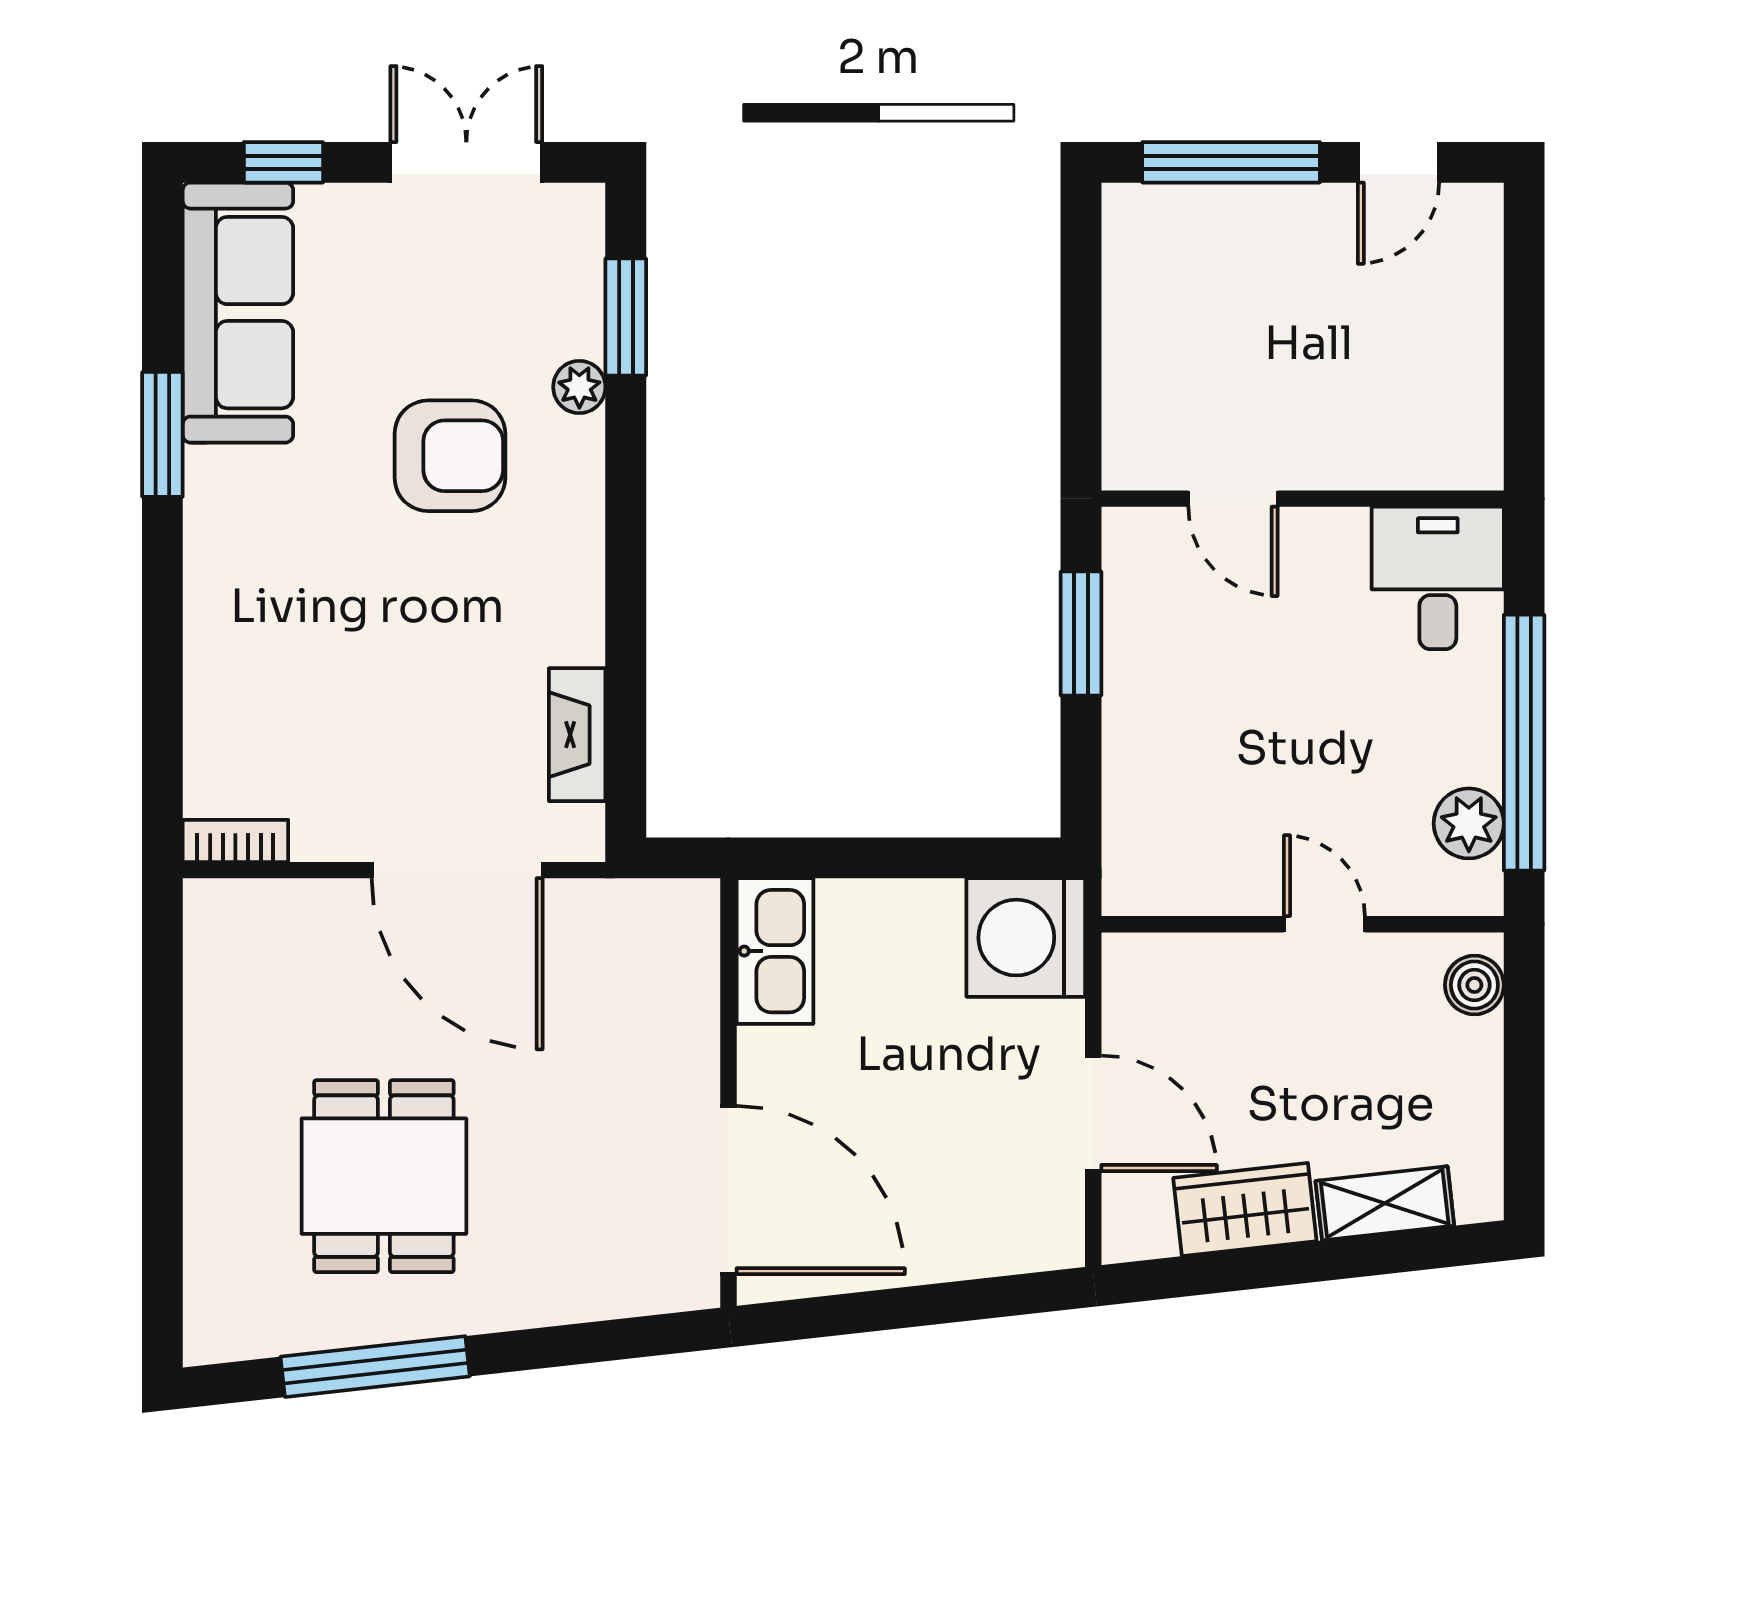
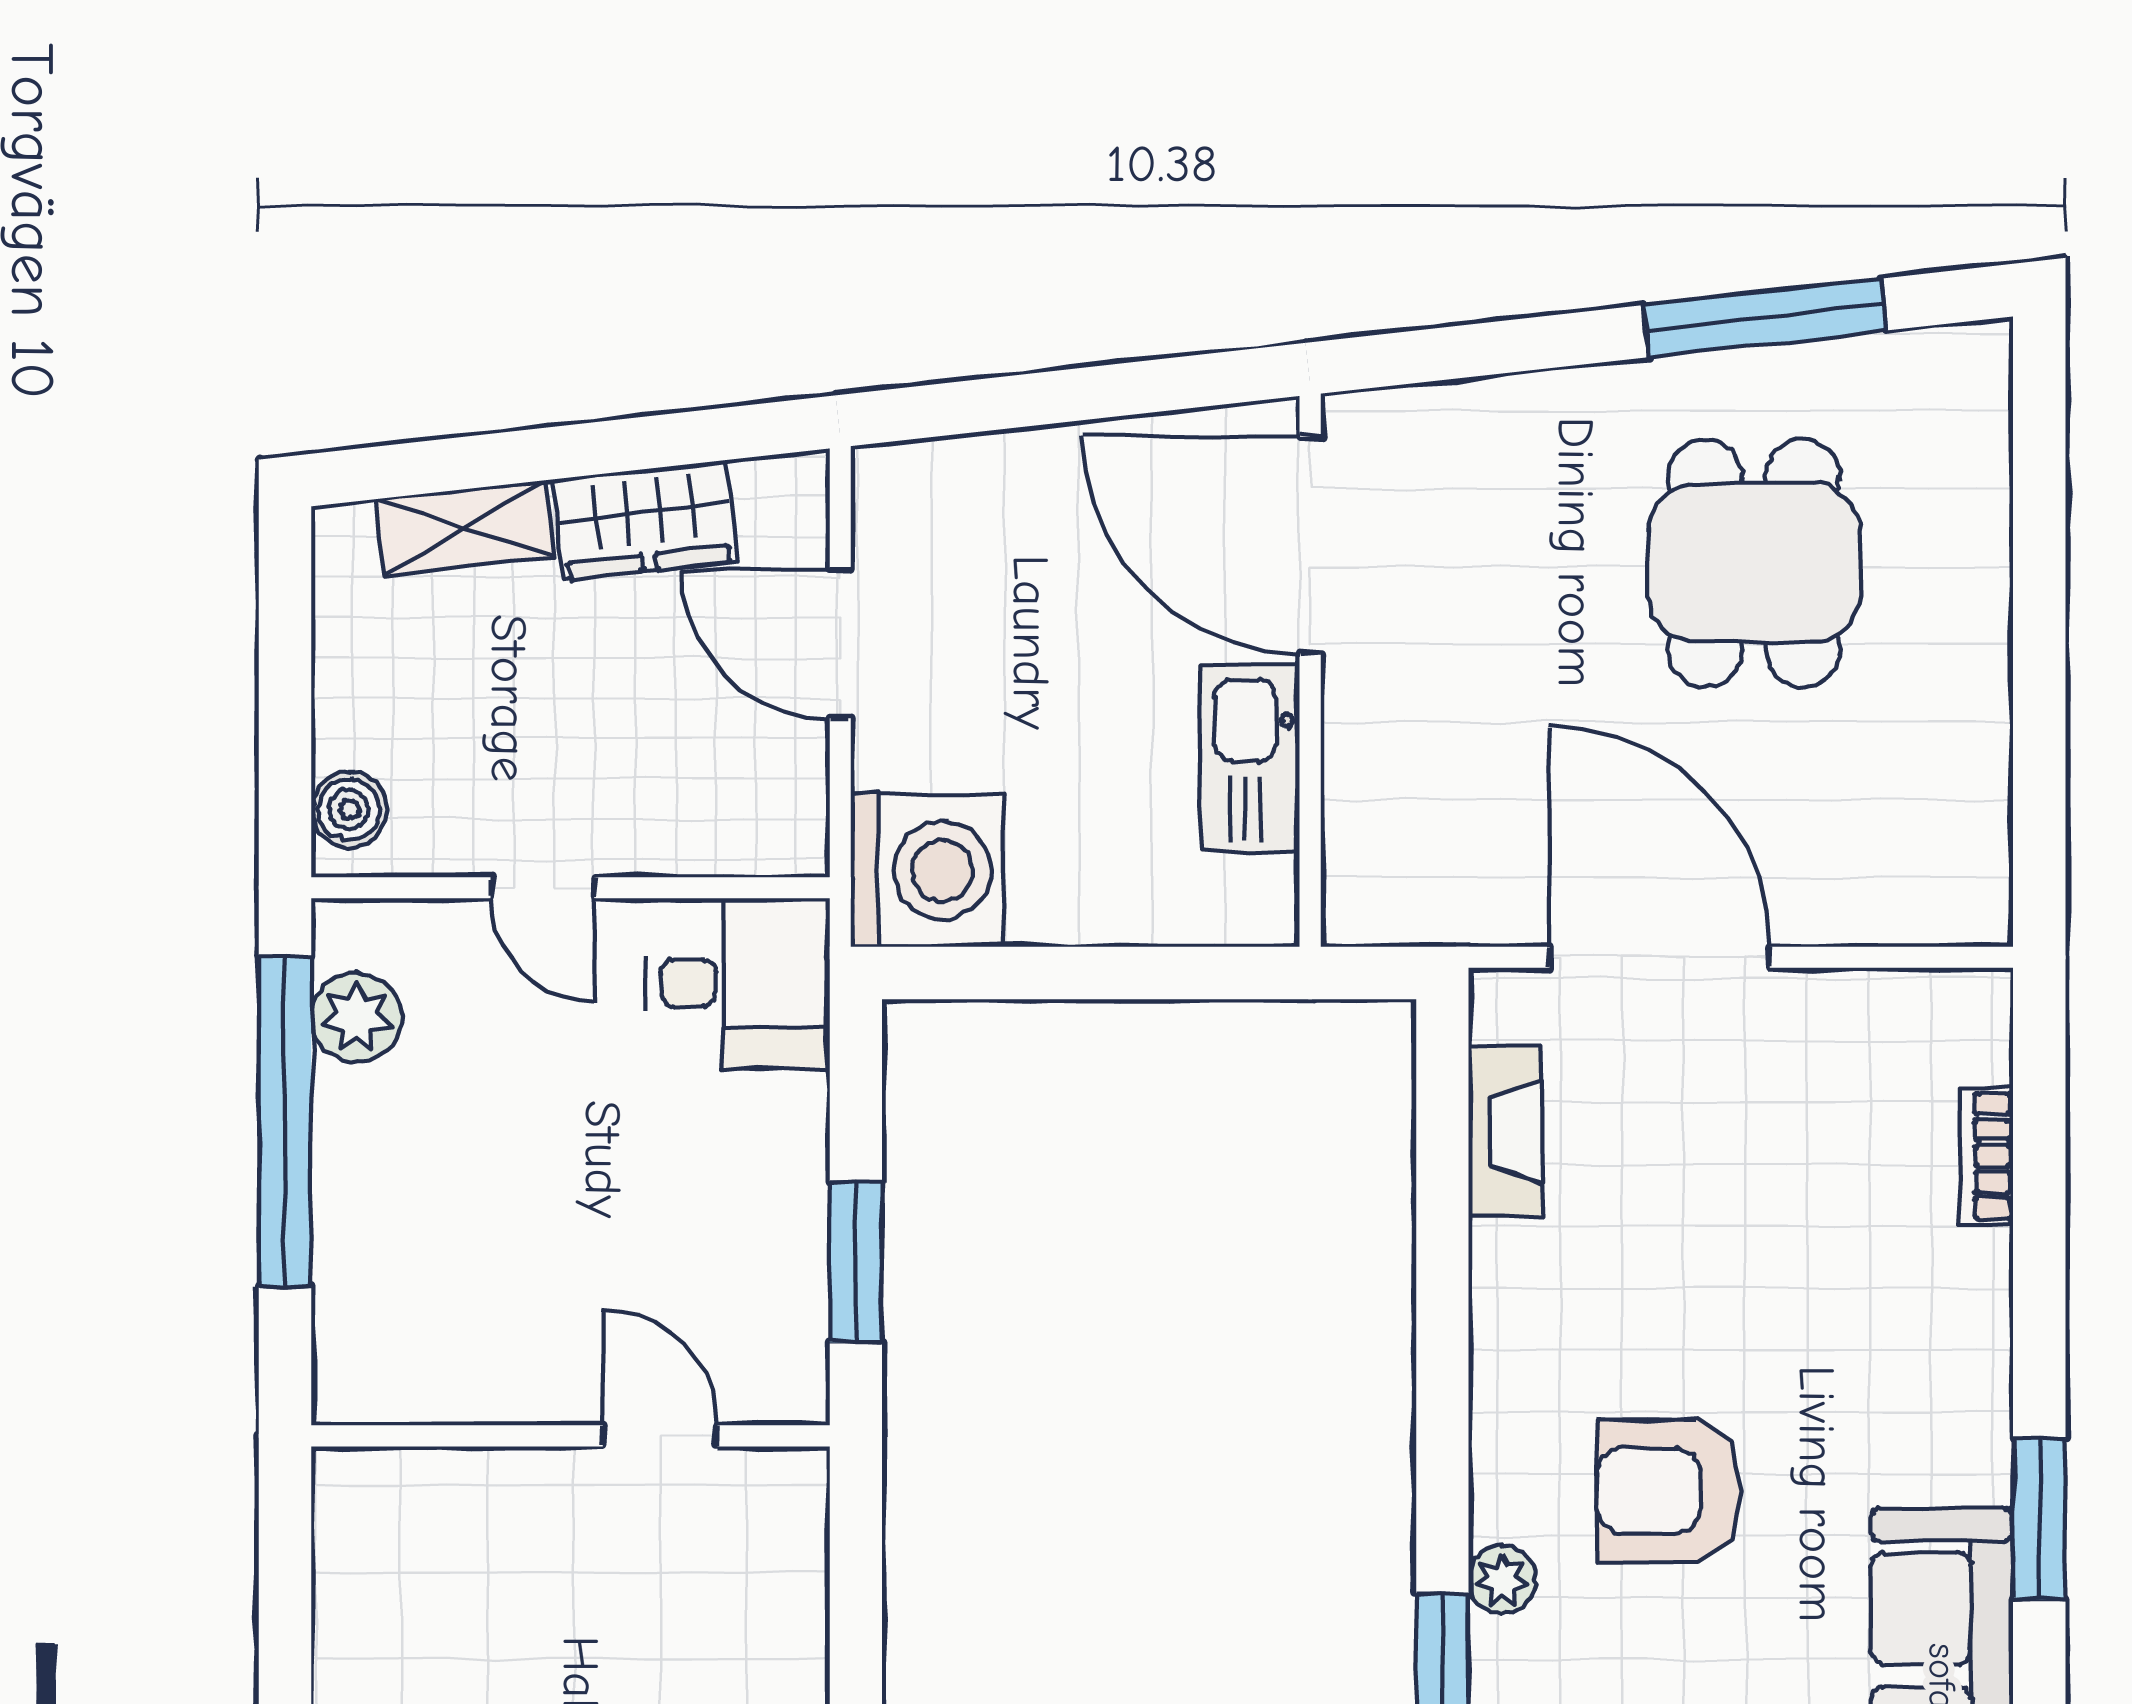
desk: (1438, 578) -> (738, 983), moved, turned -90
bookcase: (235, 841) -> (1986, 1156), moved, turned 90
kitchen sink: (775, 951) -> (1250, 758), moved

